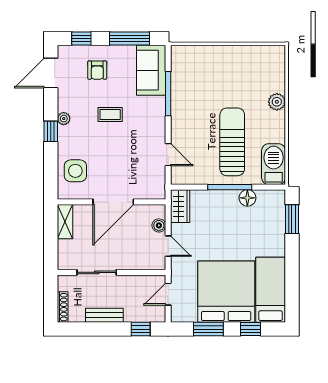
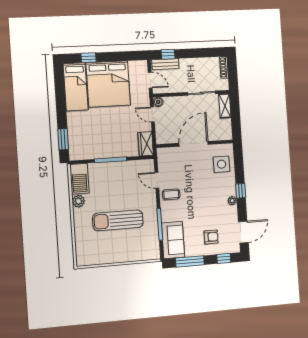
armchair: (97, 70) -> (211, 237), turned 90
plant: (277, 102) -> (78, 201), moved
coffee table: (110, 115) -> (171, 194), moved
sun lounger: (232, 142) -> (118, 220), moved, turned 90
floor lamp: (247, 198) -> (97, 153), removed
shelving: (65, 222) -> (225, 106), moved
boiler: (159, 225) -> (158, 102), moved
door: (168, 294) -> (150, 80), hinge flipped
bench: (104, 315) -> (165, 64), moved
window: (208, 329) -> (119, 56), removed

